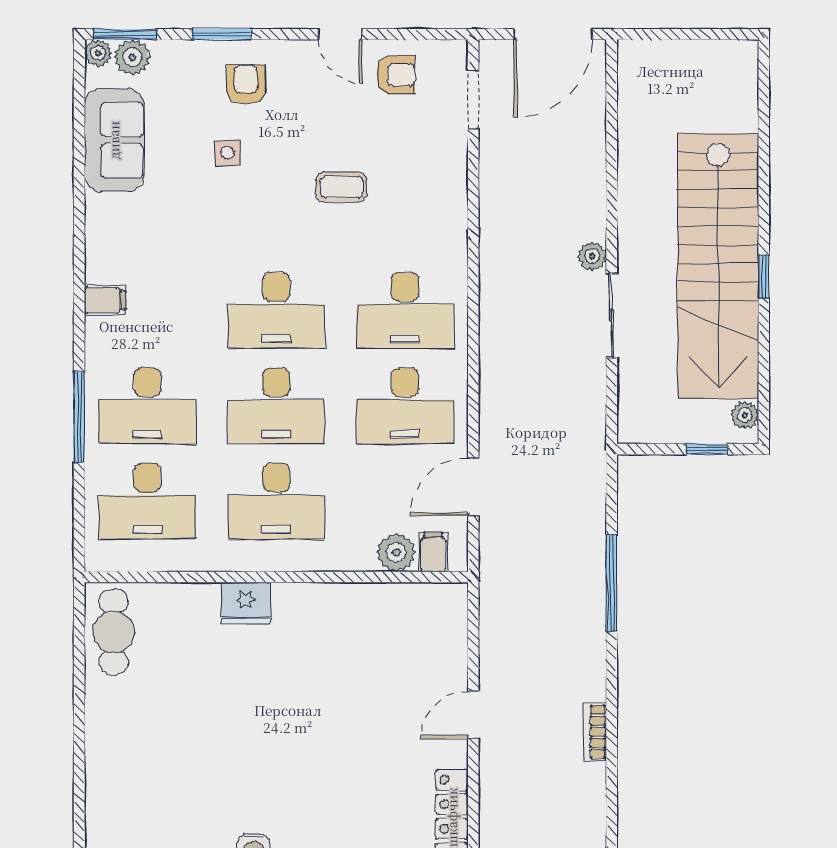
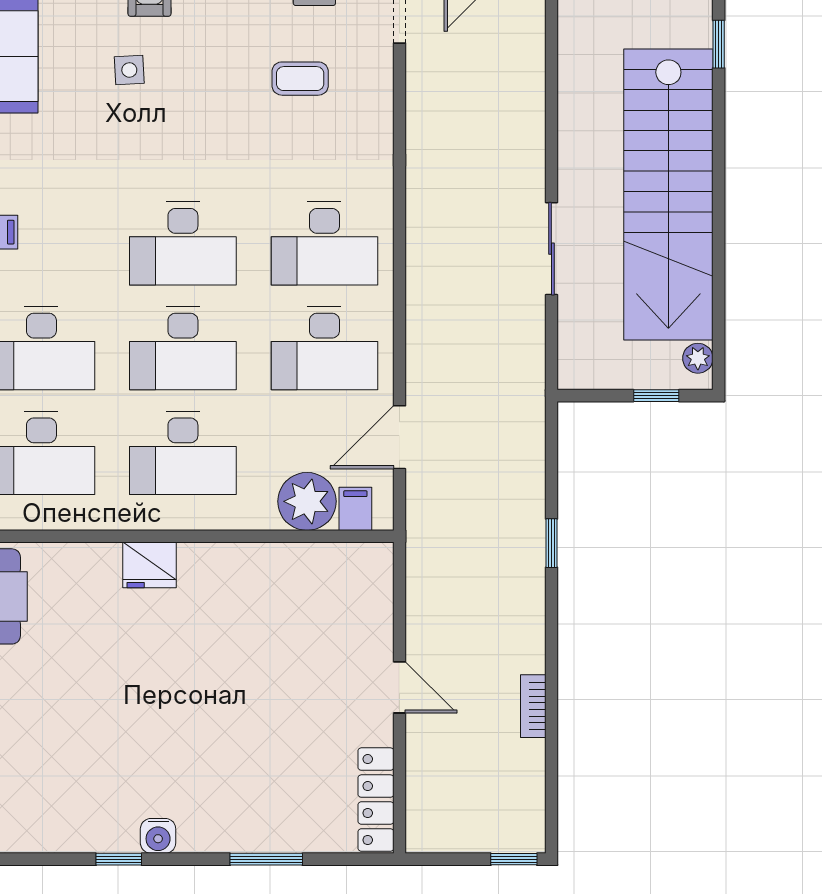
coffee table: (341, 187) -> (300, 79), moved
plant: (592, 256) -> (530, 184), removed
window: (764, 276) -> (719, 44), moved
plant: (396, 552) -> (307, 501), width x1.36, depth x1.36
window: (612, 583) -> (551, 543), width x0.46
door: (473, 715) -> (399, 687), swing flipped

